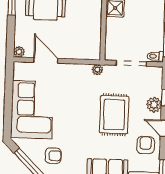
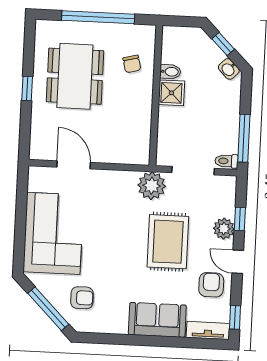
plant: (19, 52) -> (37, 152), removed
plant: (97, 70) -> (152, 186), width x1.87, depth x1.87

